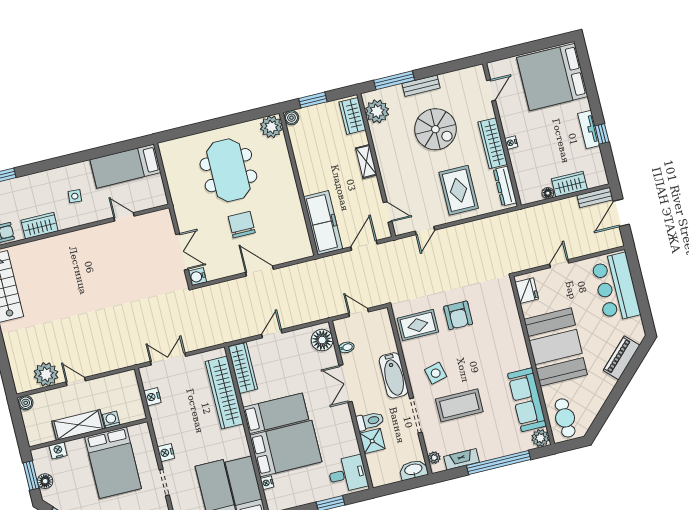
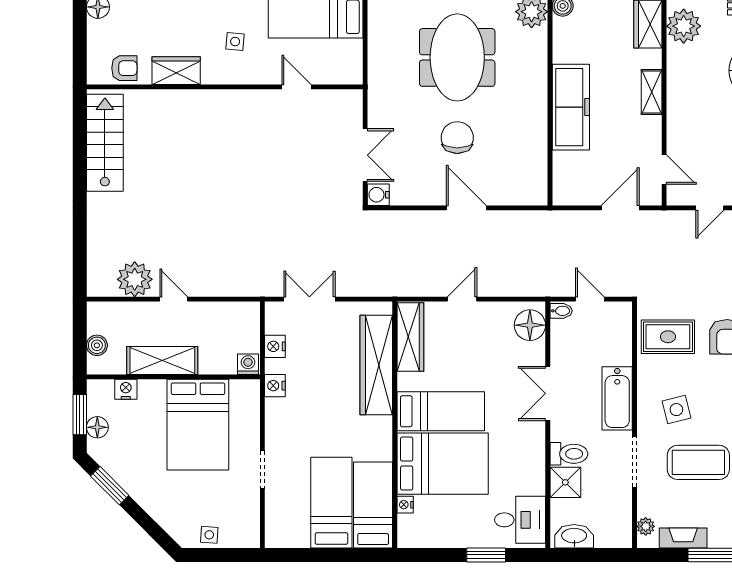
freezer: (323, 223) -> (571, 107), moved
bidet: (346, 347) -> (561, 311), moved
boiler: (26, 403) -> (97, 345), moved
washing machine: (111, 420) -> (248, 364), moved
nightstand: (166, 453) -> (275, 386), moved
washbasin: (413, 470) -> (574, 536), moved

